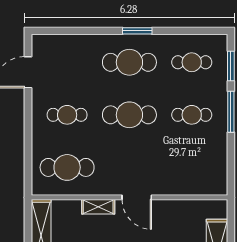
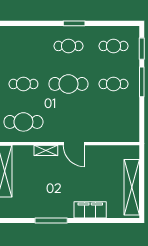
cafe table: (129, 62) -> (68, 46), width x0.73, depth x0.74

